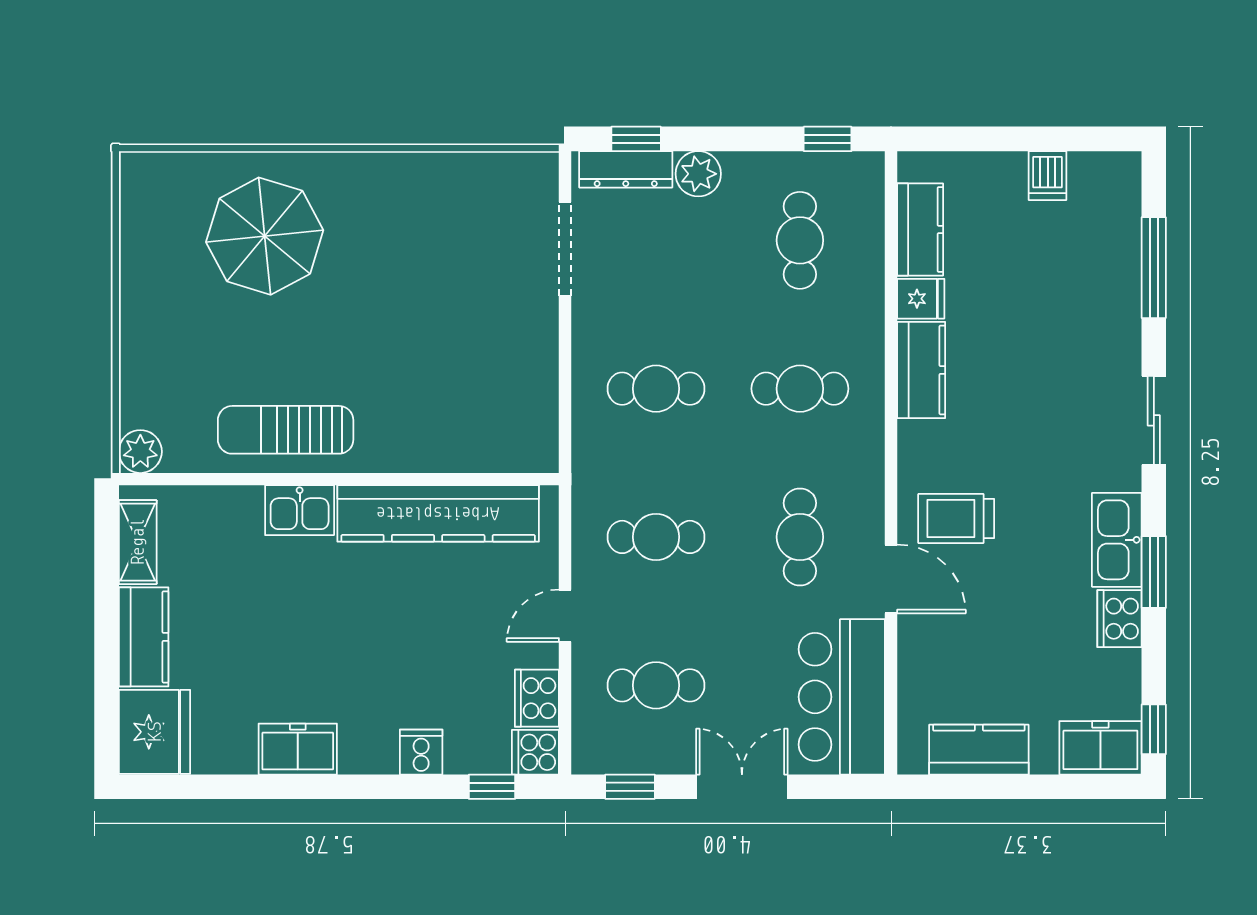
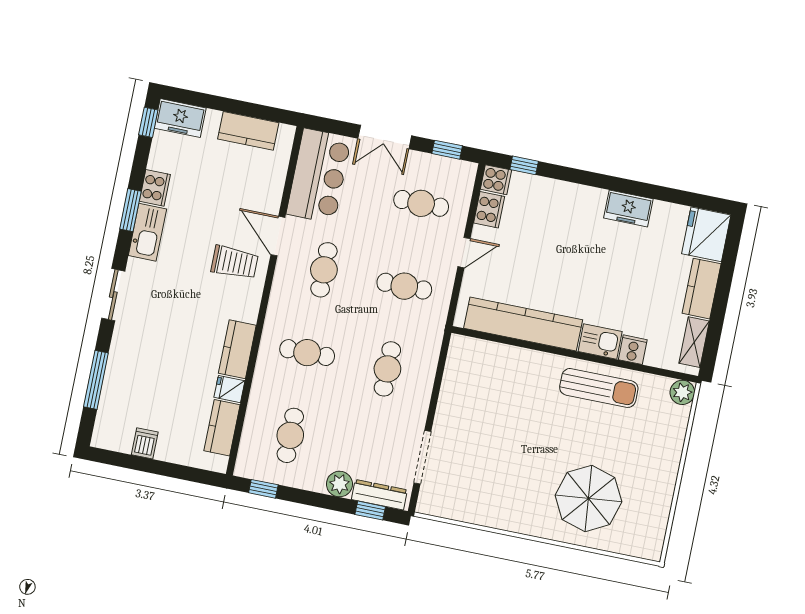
cafe table: (656, 389) -> (387, 369), turned 90
cooker: (421, 752) -> (633, 350), moved, turned 180

